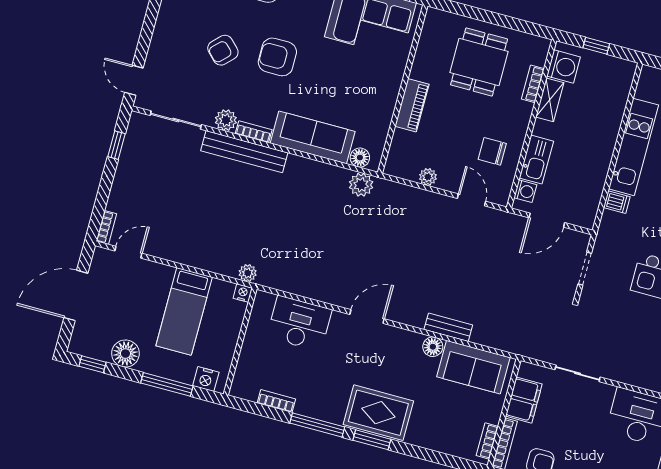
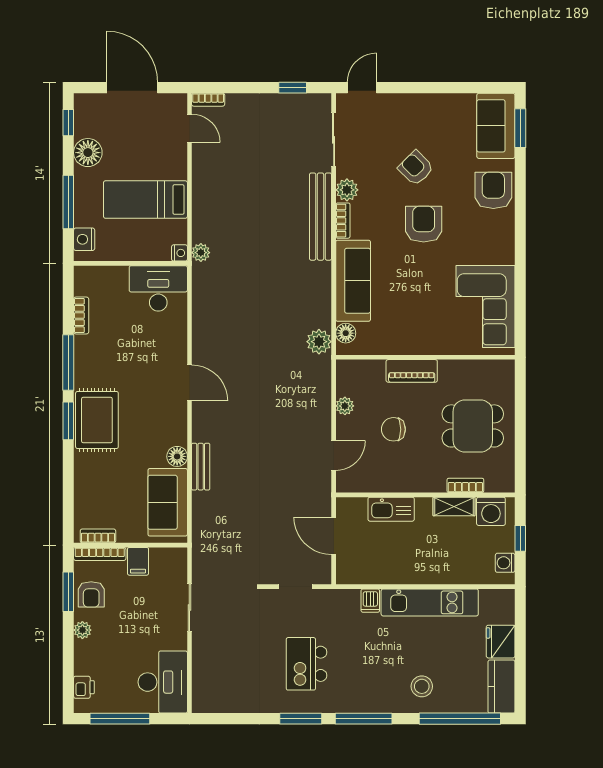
chair: (492, 151) -> (393, 429), moved, turned -90
washing machine: (525, 191) -> (505, 563), moved, turned 90
desk: (299, 323) -> (158, 288), moved, turned -90
filing cabinet: (524, 400) -> (138, 561), width x0.50

